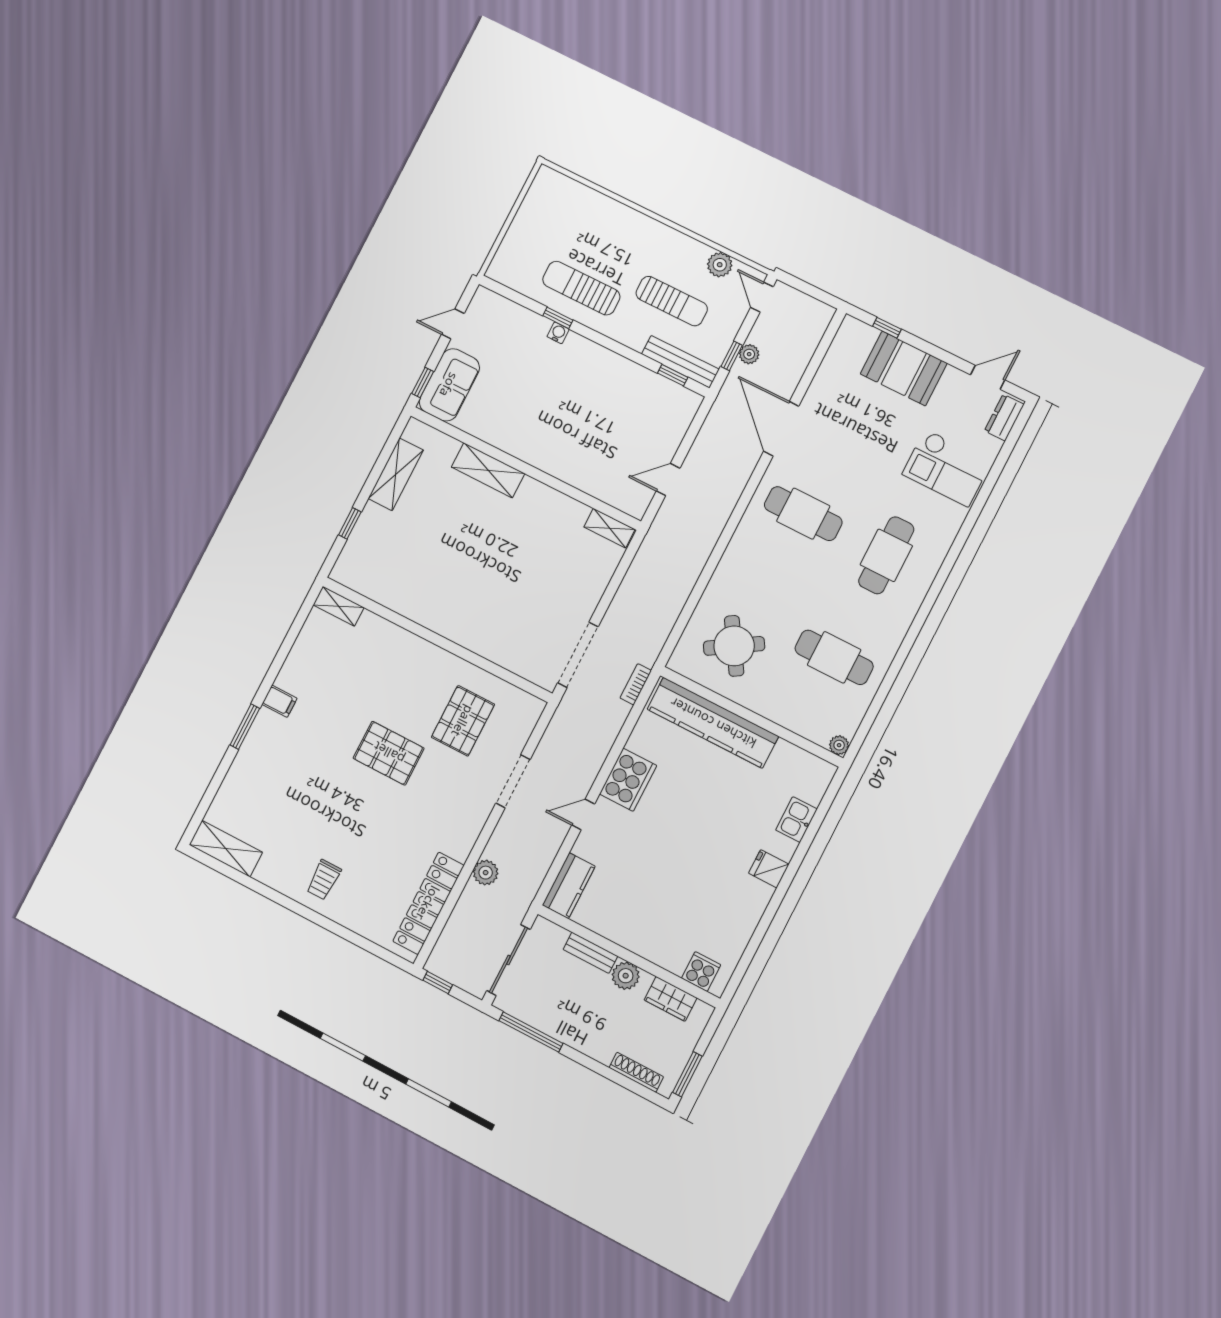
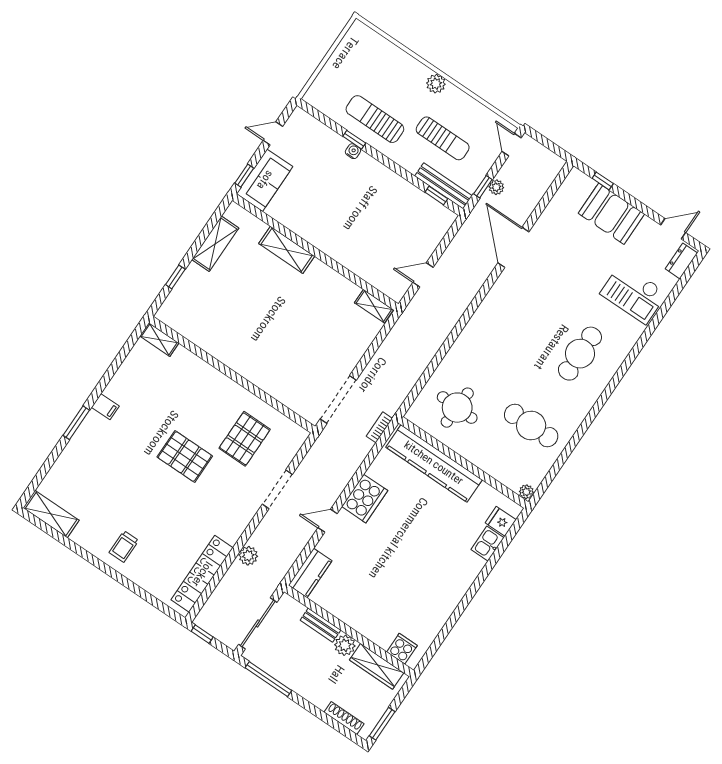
plant: (720, 265) -> (436, 84), moved
cafe table: (803, 514) -> (522, 314), removed
round table: (734, 646) -> (457, 408), turned 34
fridge: (769, 869) -> (501, 521), moved
wardrobe: (671, 999) -> (377, 666), width x1.50

